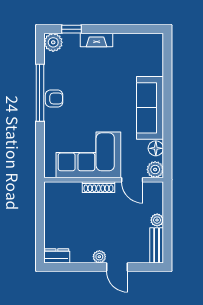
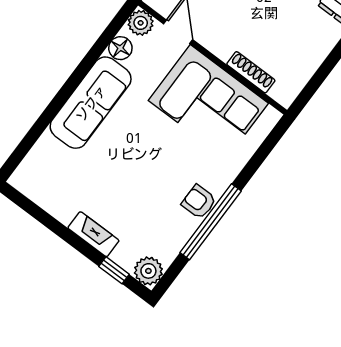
shoe rack: (98, 187) -> (251, 72), moved

